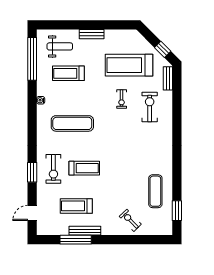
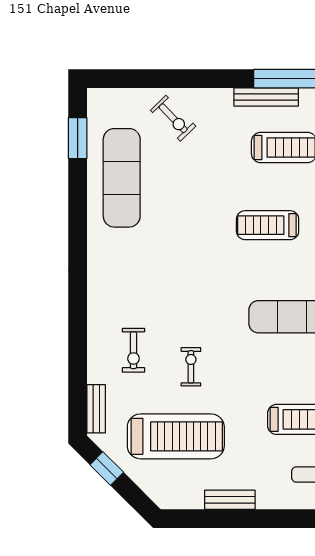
bench: (92, 34) -> (230, 500), moved
exercise bike: (150, 107) -> (133, 350), width x0.73, depth x0.72
exercise mat: (155, 191) -> (122, 178), width x1.36, depth x1.45

